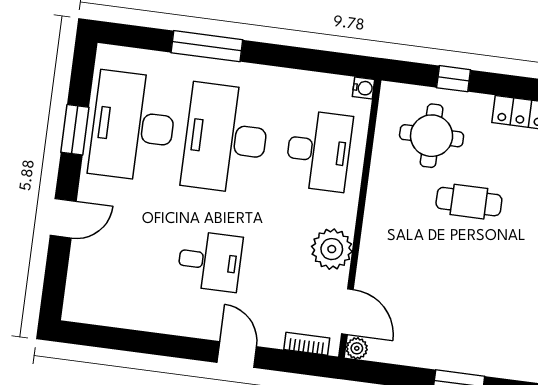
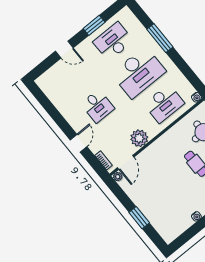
desk: (133, 126) -> (113, 41), width x0.73, depth x0.77
desk: (226, 139) -> (139, 73), turned 180

